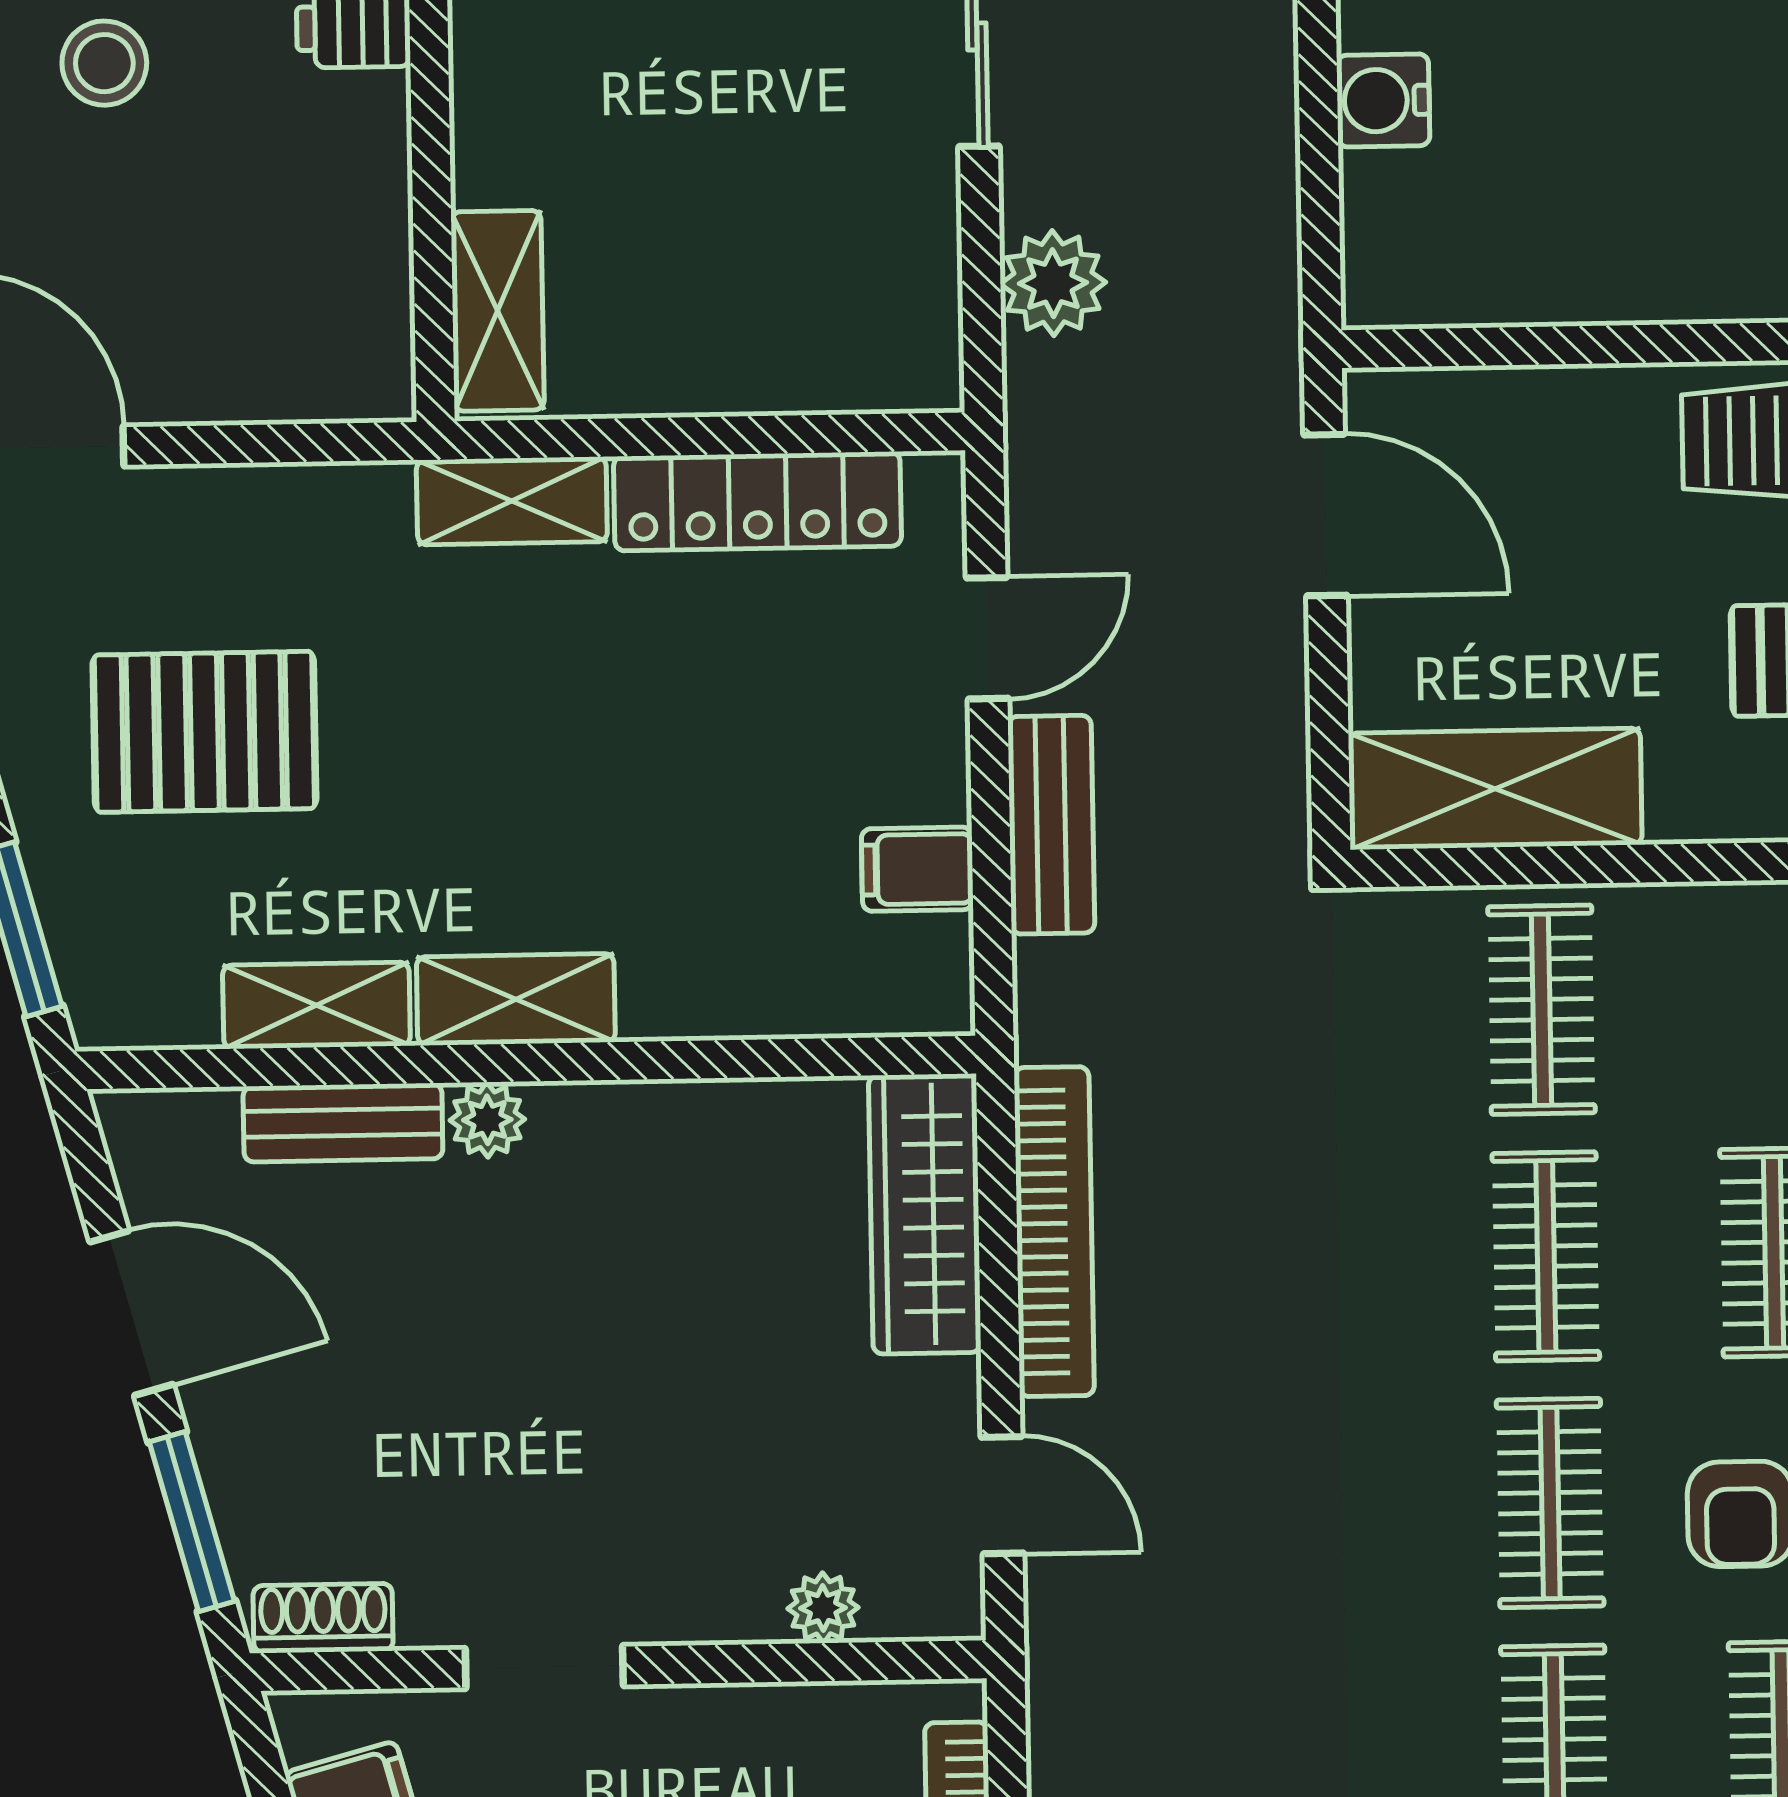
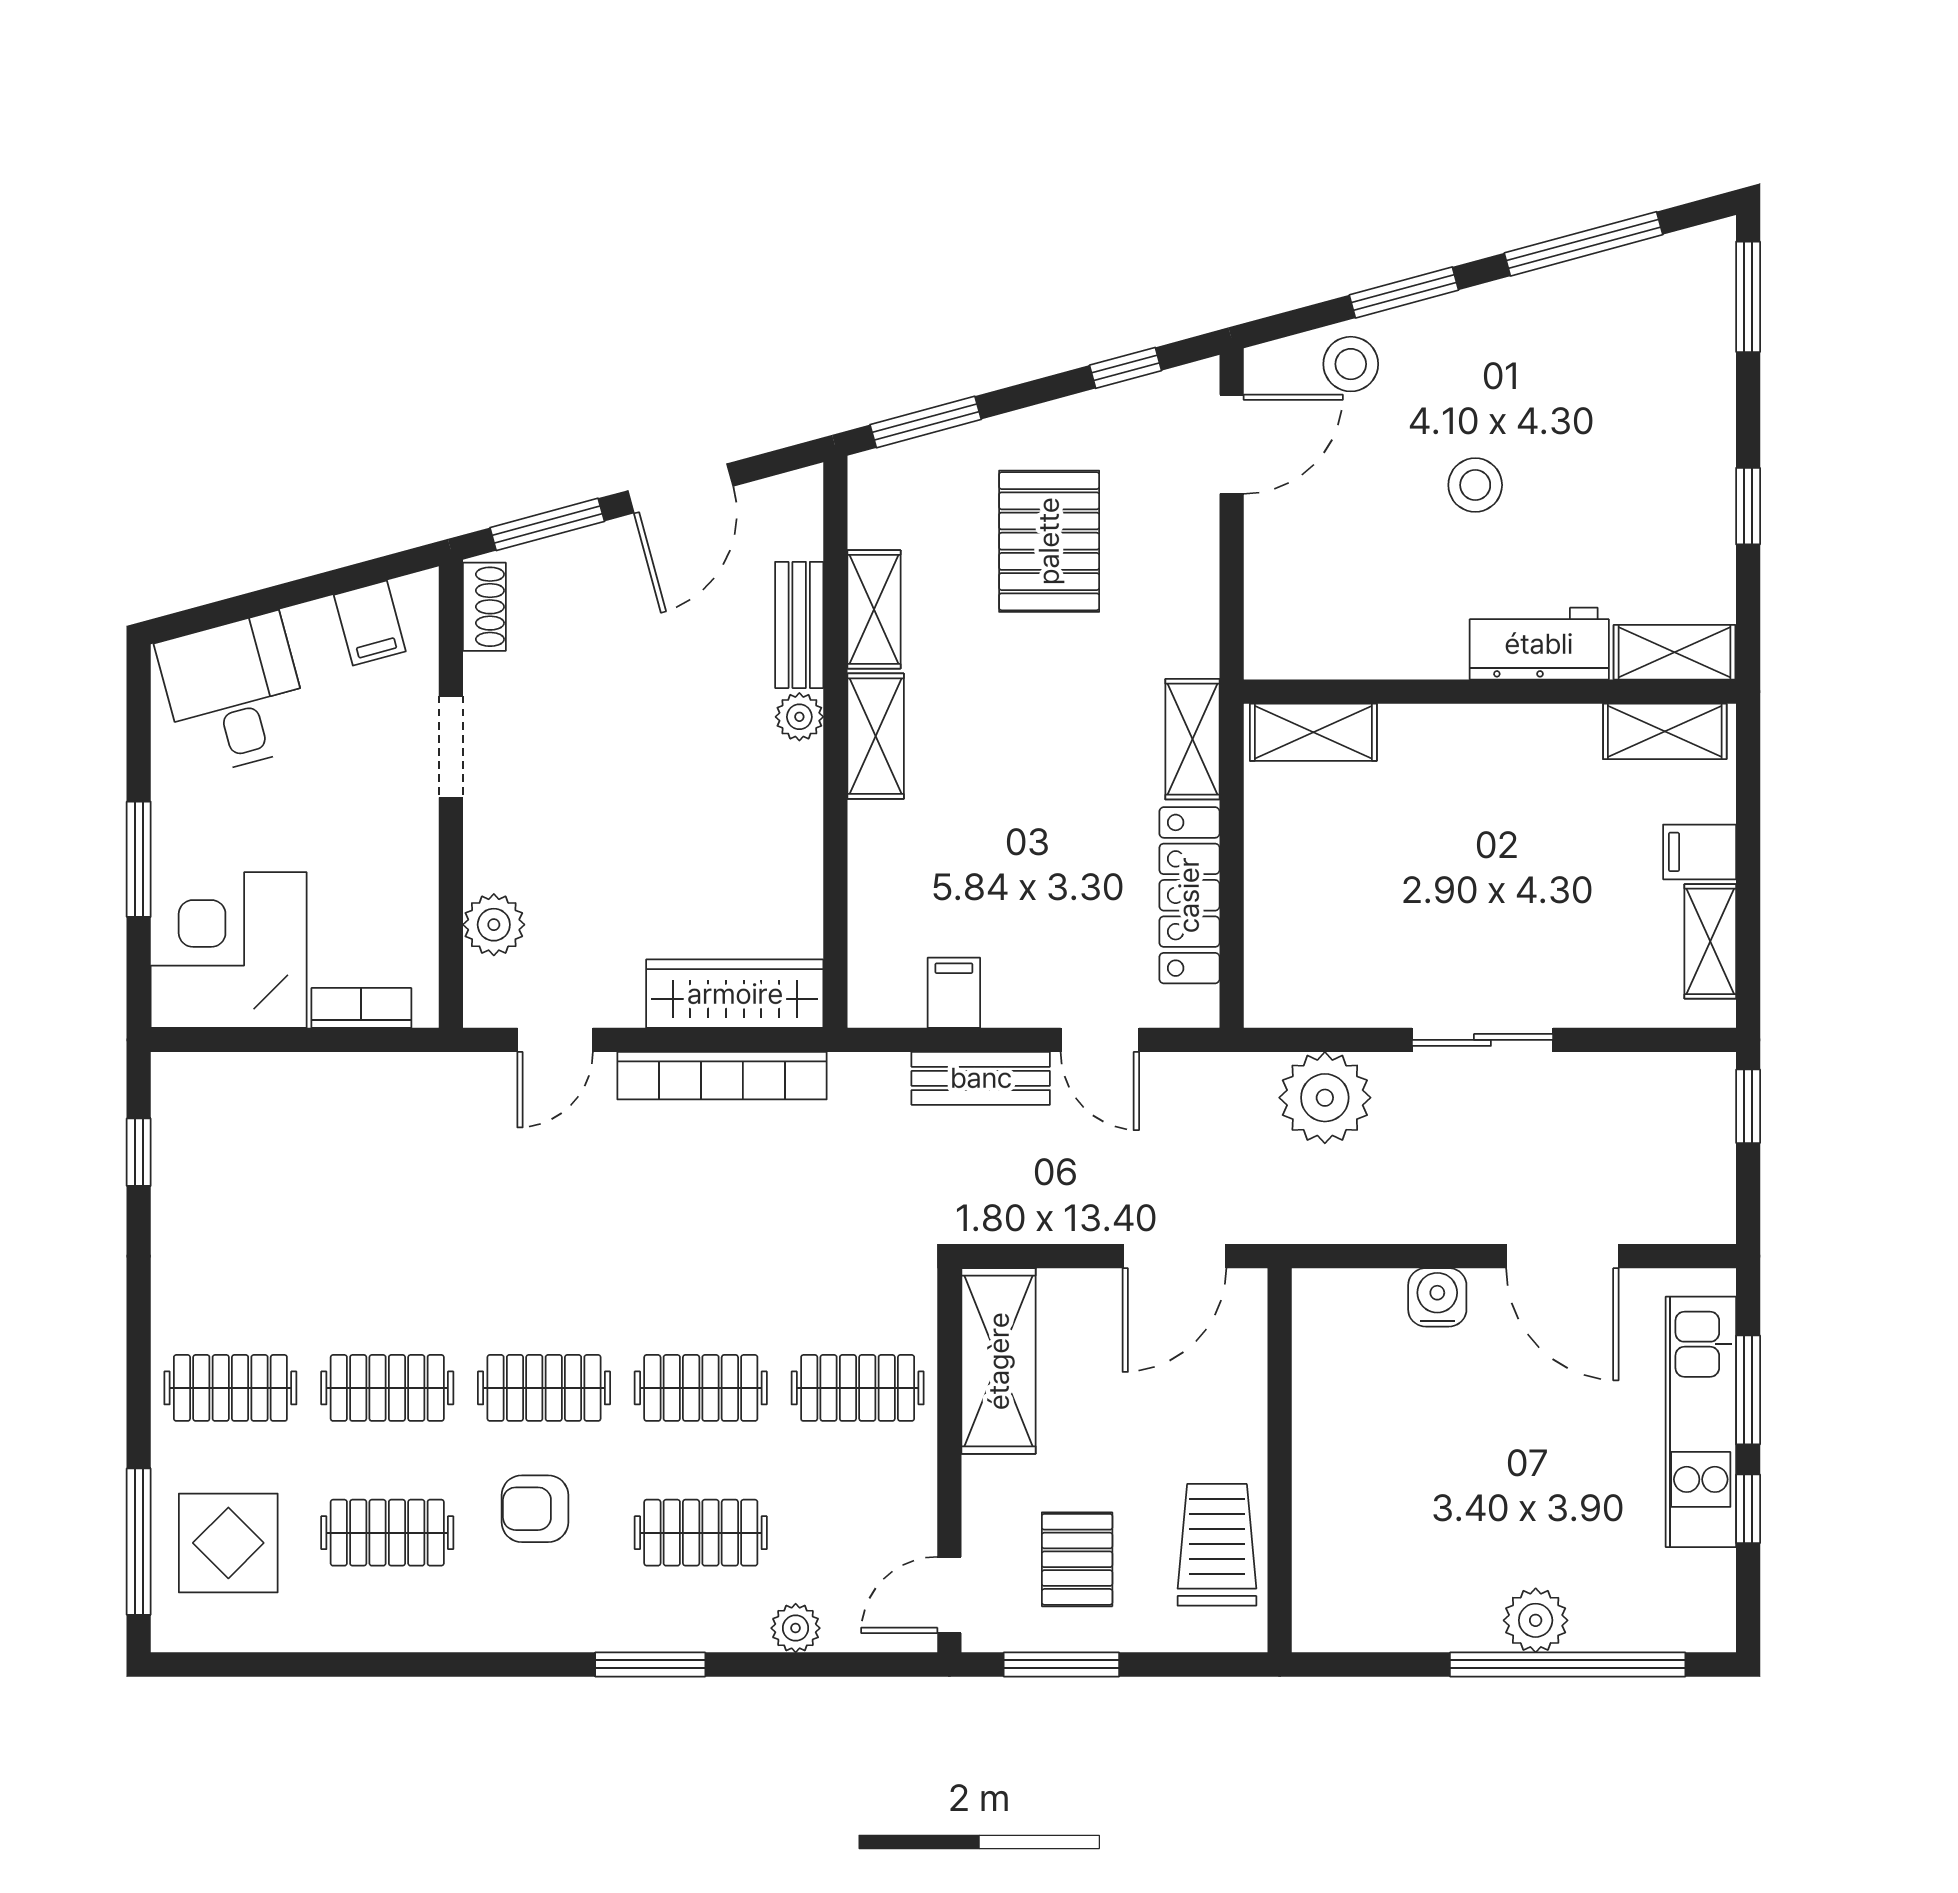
plant: (1053, 283) -> (1325, 1098), width x1.36, depth x1.36
plant: (823, 1608) -> (494, 925), width x1.38, depth x1.38

